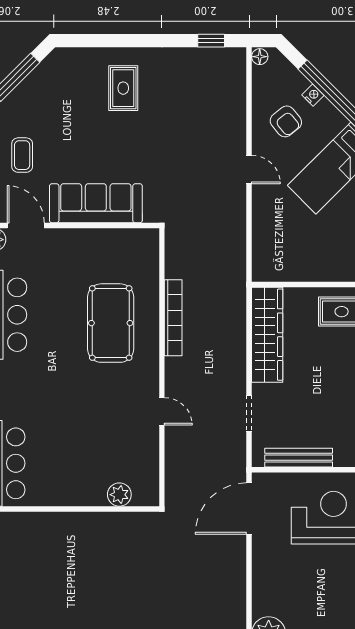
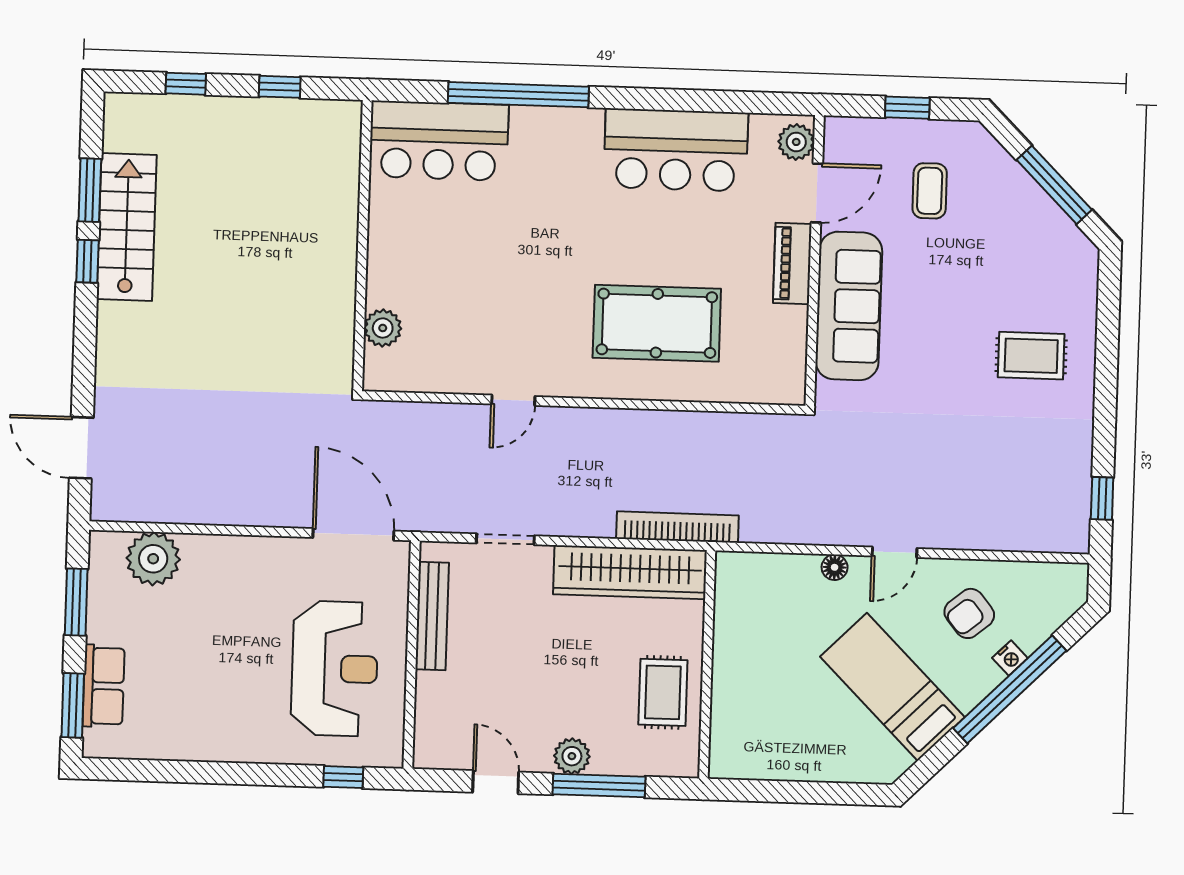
floor lamp: (260, 57) -> (835, 567), moved
coffee table: (22, 155) -> (930, 191), turned 90
piano: (70, 239) -> (792, 264), added
bookcase: (173, 318) -> (677, 527), moved, turned 180

